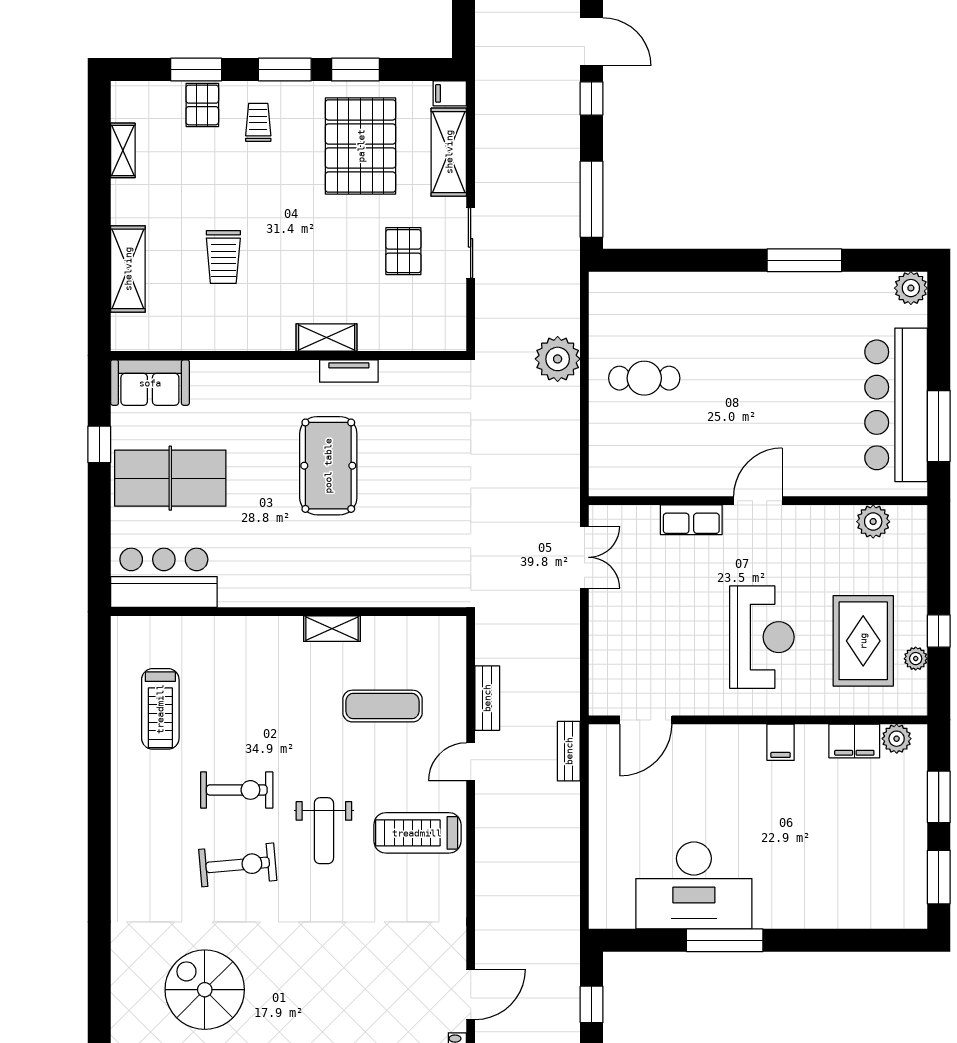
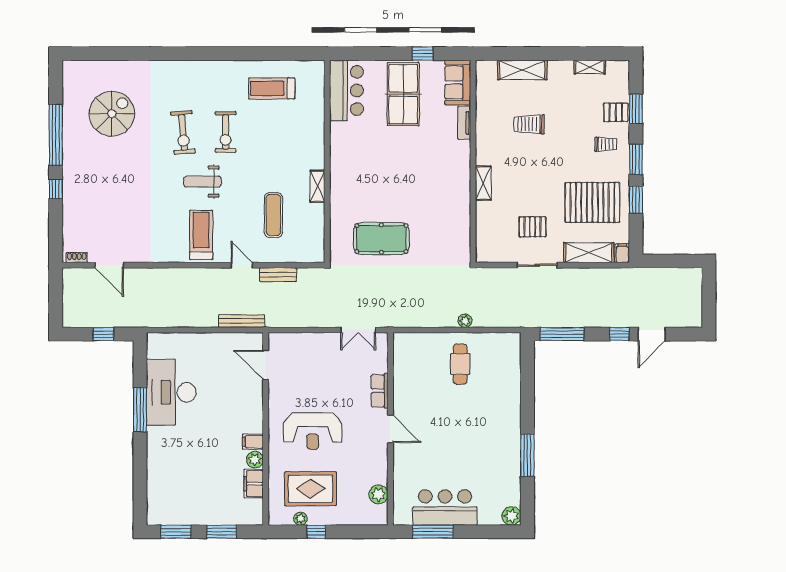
plant: (558, 359) -> (465, 321), width x0.53, depth x0.53
tv unit: (349, 371) -> (464, 123), moved
bar counter: (896, 405) -> (445, 507), width x0.73
pool table: (328, 466) -> (381, 239), moved
plant: (897, 739) -> (255, 460), moved
bench: (569, 751) -> (242, 321), width x1.36

